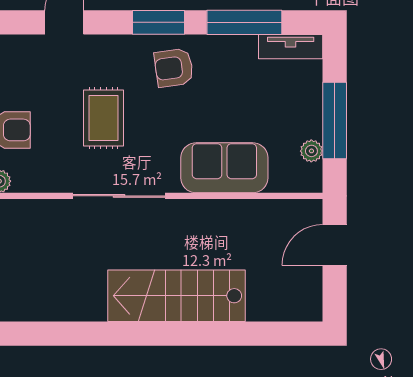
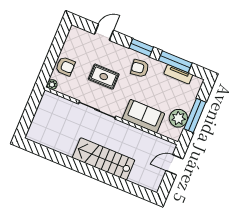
tv unit: (291, 47) -> (178, 74), moved
rug: (103, 118) -> (104, 77), turned 90
plant: (311, 151) -> (178, 118), width x1.88, depth x1.88

